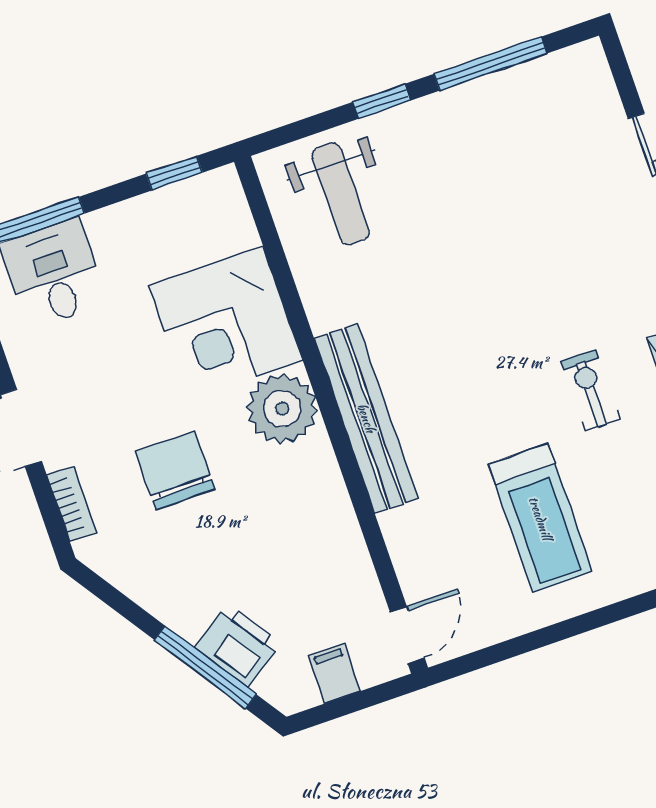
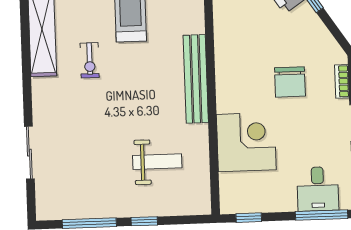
weight bench: (341, 194) -> (157, 162), moved, turned 90
plant: (282, 409) -> (233, 95), removed

